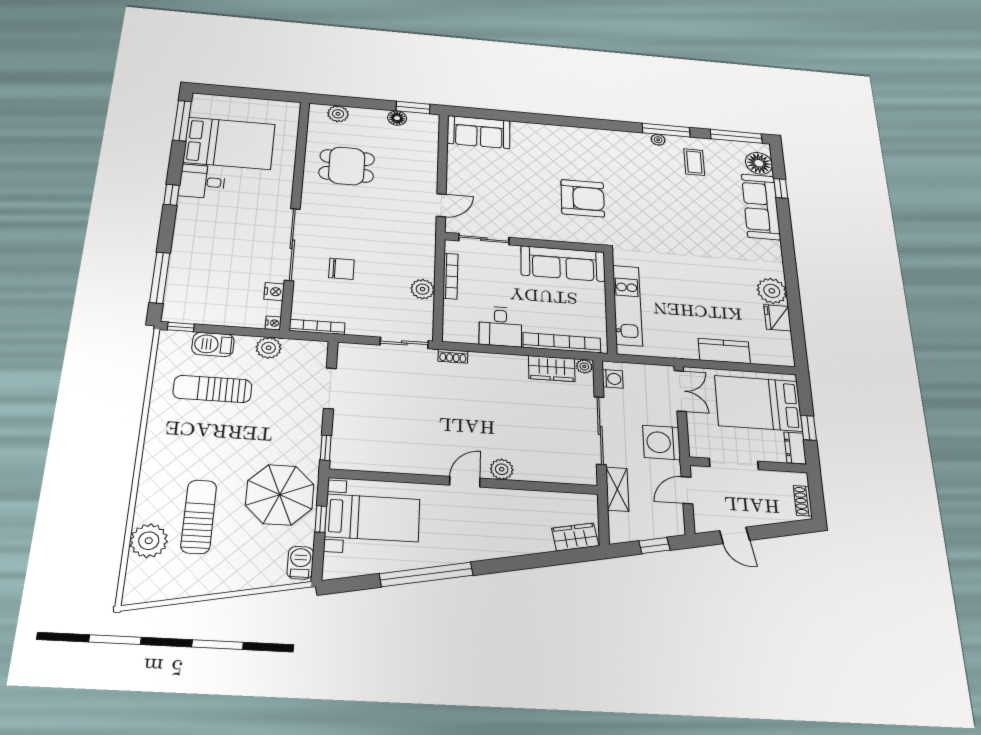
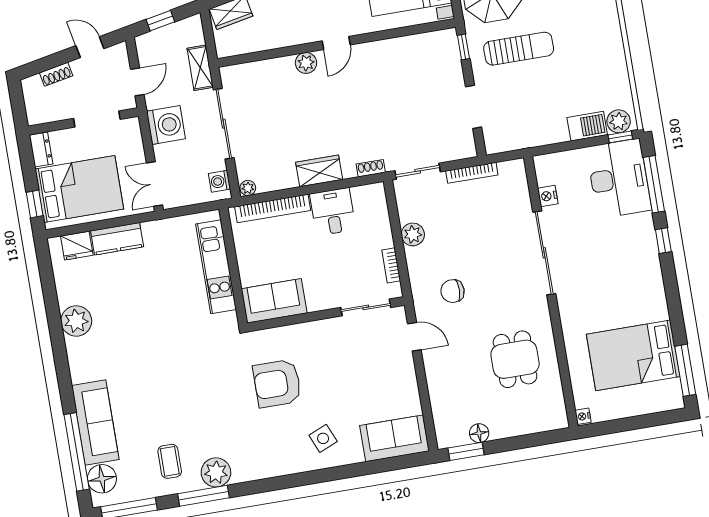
plant: (338, 114) -> (538, 422), removed
plant: (658, 140) -> (216, 472), width x1.88, depth x1.88
side table: (547, 147) -> (323, 438), added
dining table: (347, 166) -> (515, 359), turned 90
desk: (202, 182) -> (619, 179), moved, width x1.87, depth x1.30
window: (781, 188) -> (77, 452), width x3.17
window: (172, 195) -> (663, 241), moved
door: (441, 205) -> (414, 337), swing flipped
sofa: (563, 264) -> (274, 301), width x0.73
chair: (341, 269) -> (452, 291), moved
bookcase: (450, 276) -> (391, 265), width x0.64
fridge: (778, 318) -> (77, 246), moved, turned 90
nightstand: (273, 323) -> (583, 416), moved
bookcase: (317, 327) -> (472, 173), moved
plant: (269, 348) -> (619, 121), moved
wardrobe: (552, 369) -> (319, 171), moved
sun lounger: (212, 389) -> (519, 49), moved
window: (809, 428) -> (35, 204), moved
shoe rack: (803, 501) -> (56, 74), moved, turned 79

